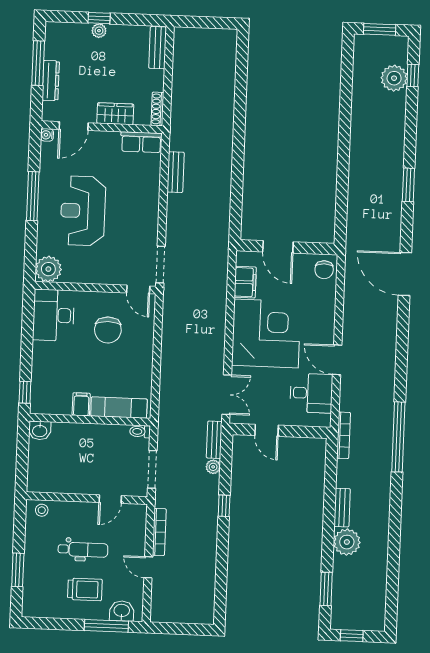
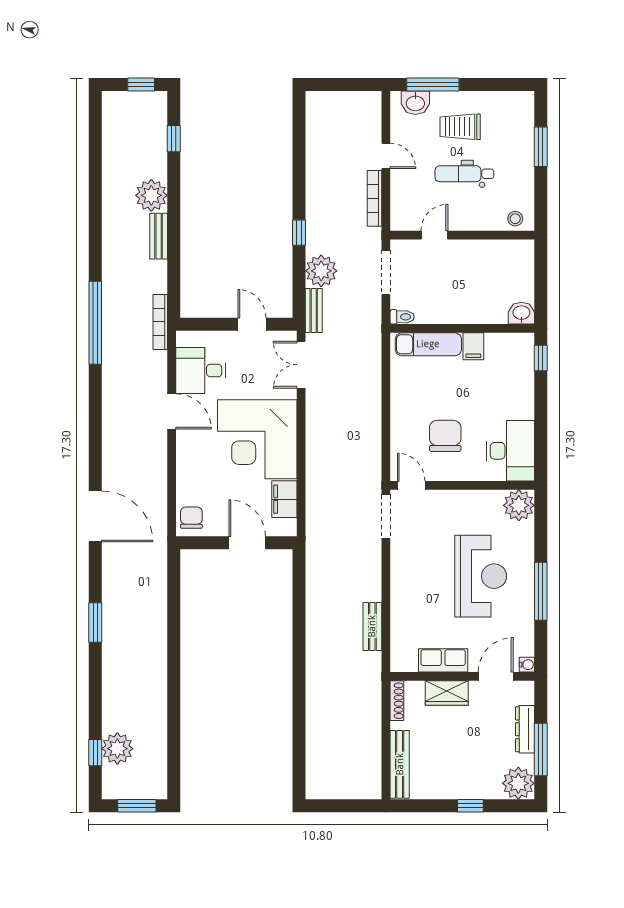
plant: (99, 31) -> (518, 783), moved, width x1.87, depth x1.87
bench: (158, 48) -> (400, 764), width x1.36
row of seats: (141, 142) -> (443, 660), moved
plant: (213, 467) -> (321, 271), width x1.87, depth x1.87
window: (326, 589) -> (174, 139), width x0.67

